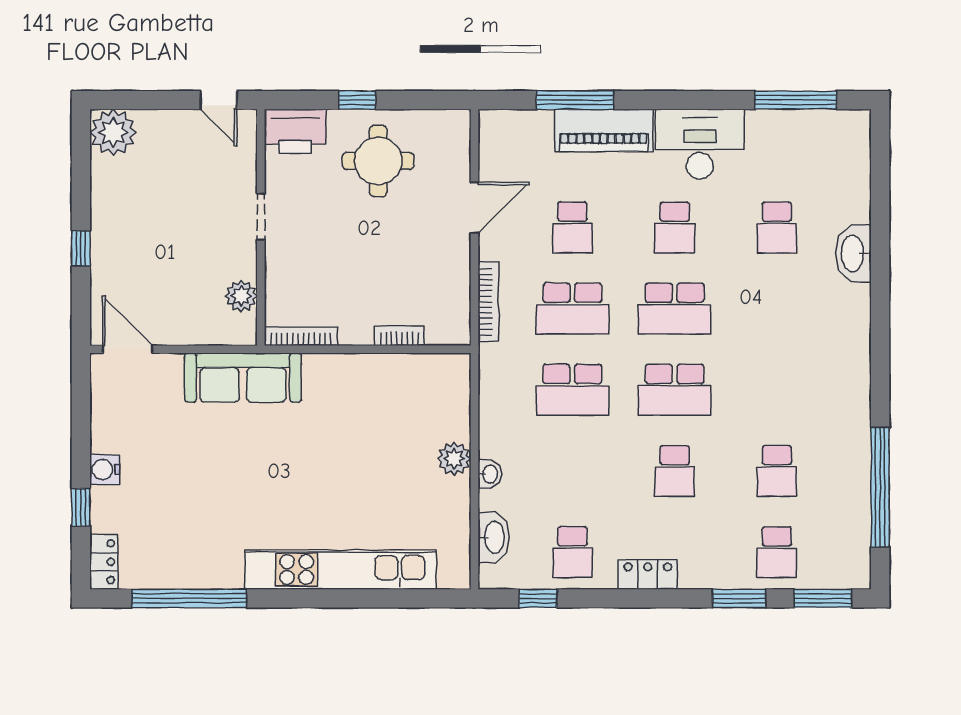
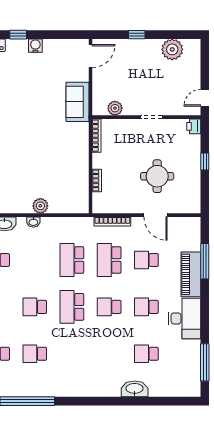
printer: (295, 131) -> (194, 126), width x0.53, depth x0.68
plant: (113, 132) -> (172, 49), moved
round table: (378, 161) -> (157, 176), moved
school desk: (675, 309) -> (109, 307), width x0.54
sofa: (243, 378) -> (78, 102), width x0.73

